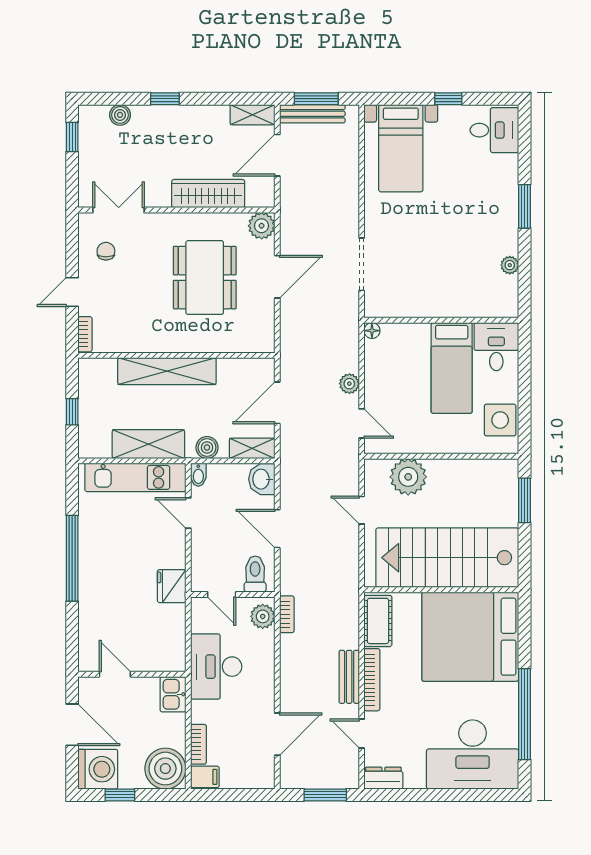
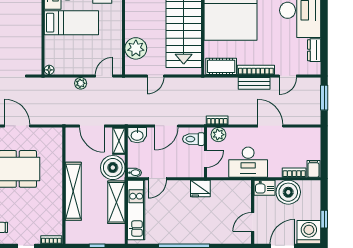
boiler: (207, 448) -> (113, 168), width x1.86, depth x1.86
door: (277, 734) -> (270, 126), moved
boiler: (165, 769) -> (288, 192), moved
dresser: (383, 778) -> (314, 50), moved

